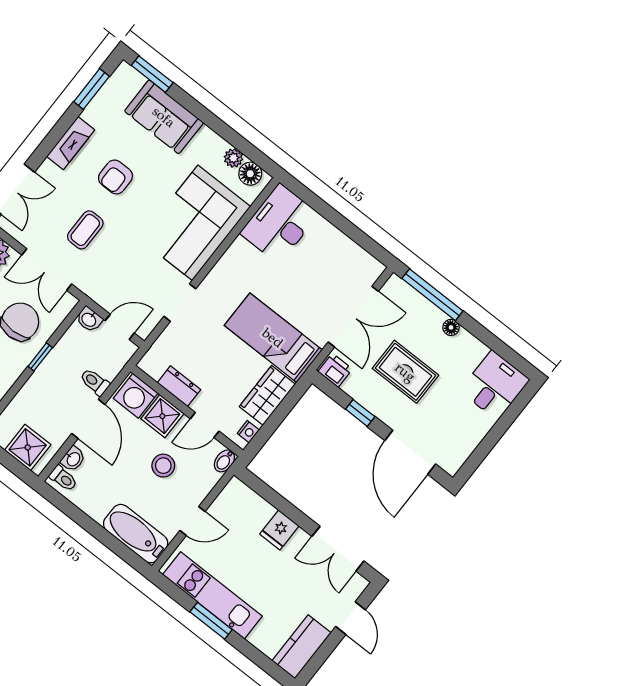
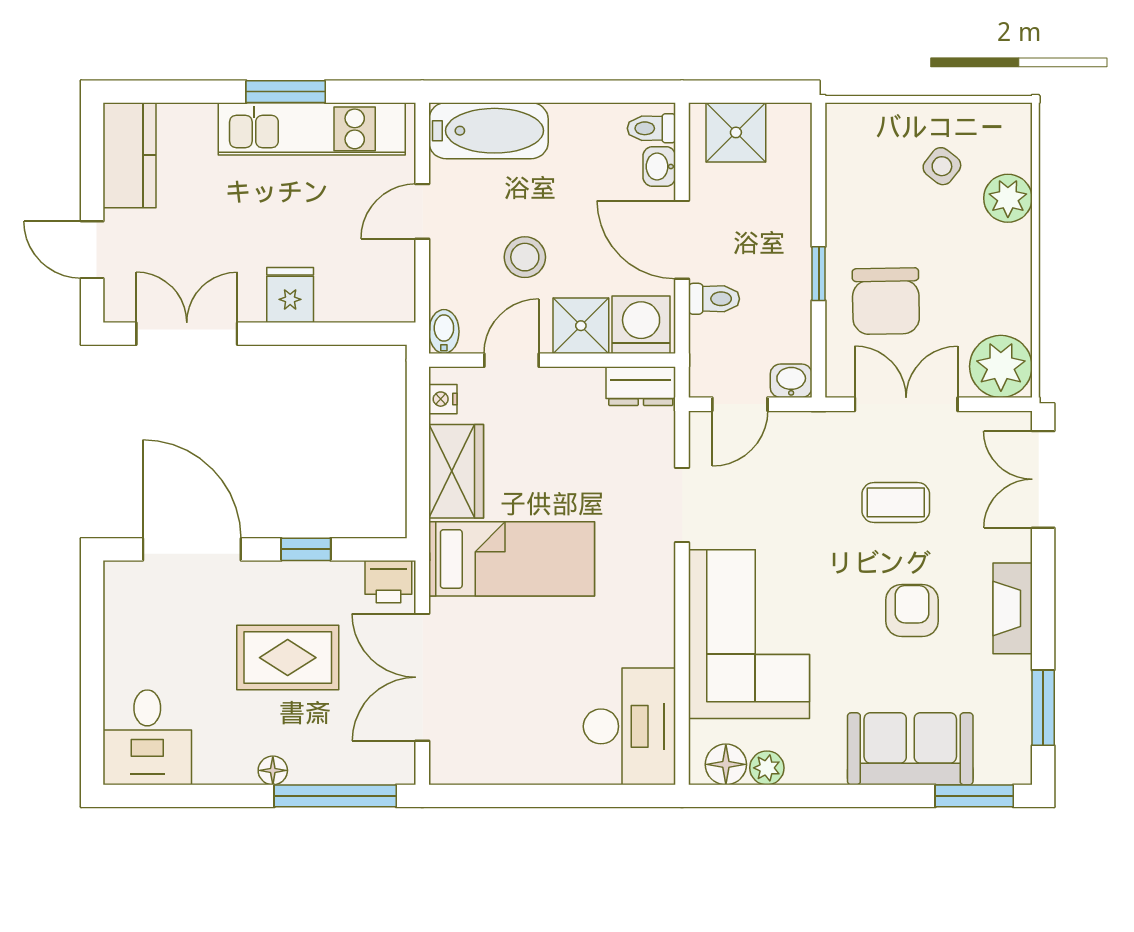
coffee table: (85, 230) -> (896, 502), turned 90
dresser: (179, 386) -> (641, 386), moved

